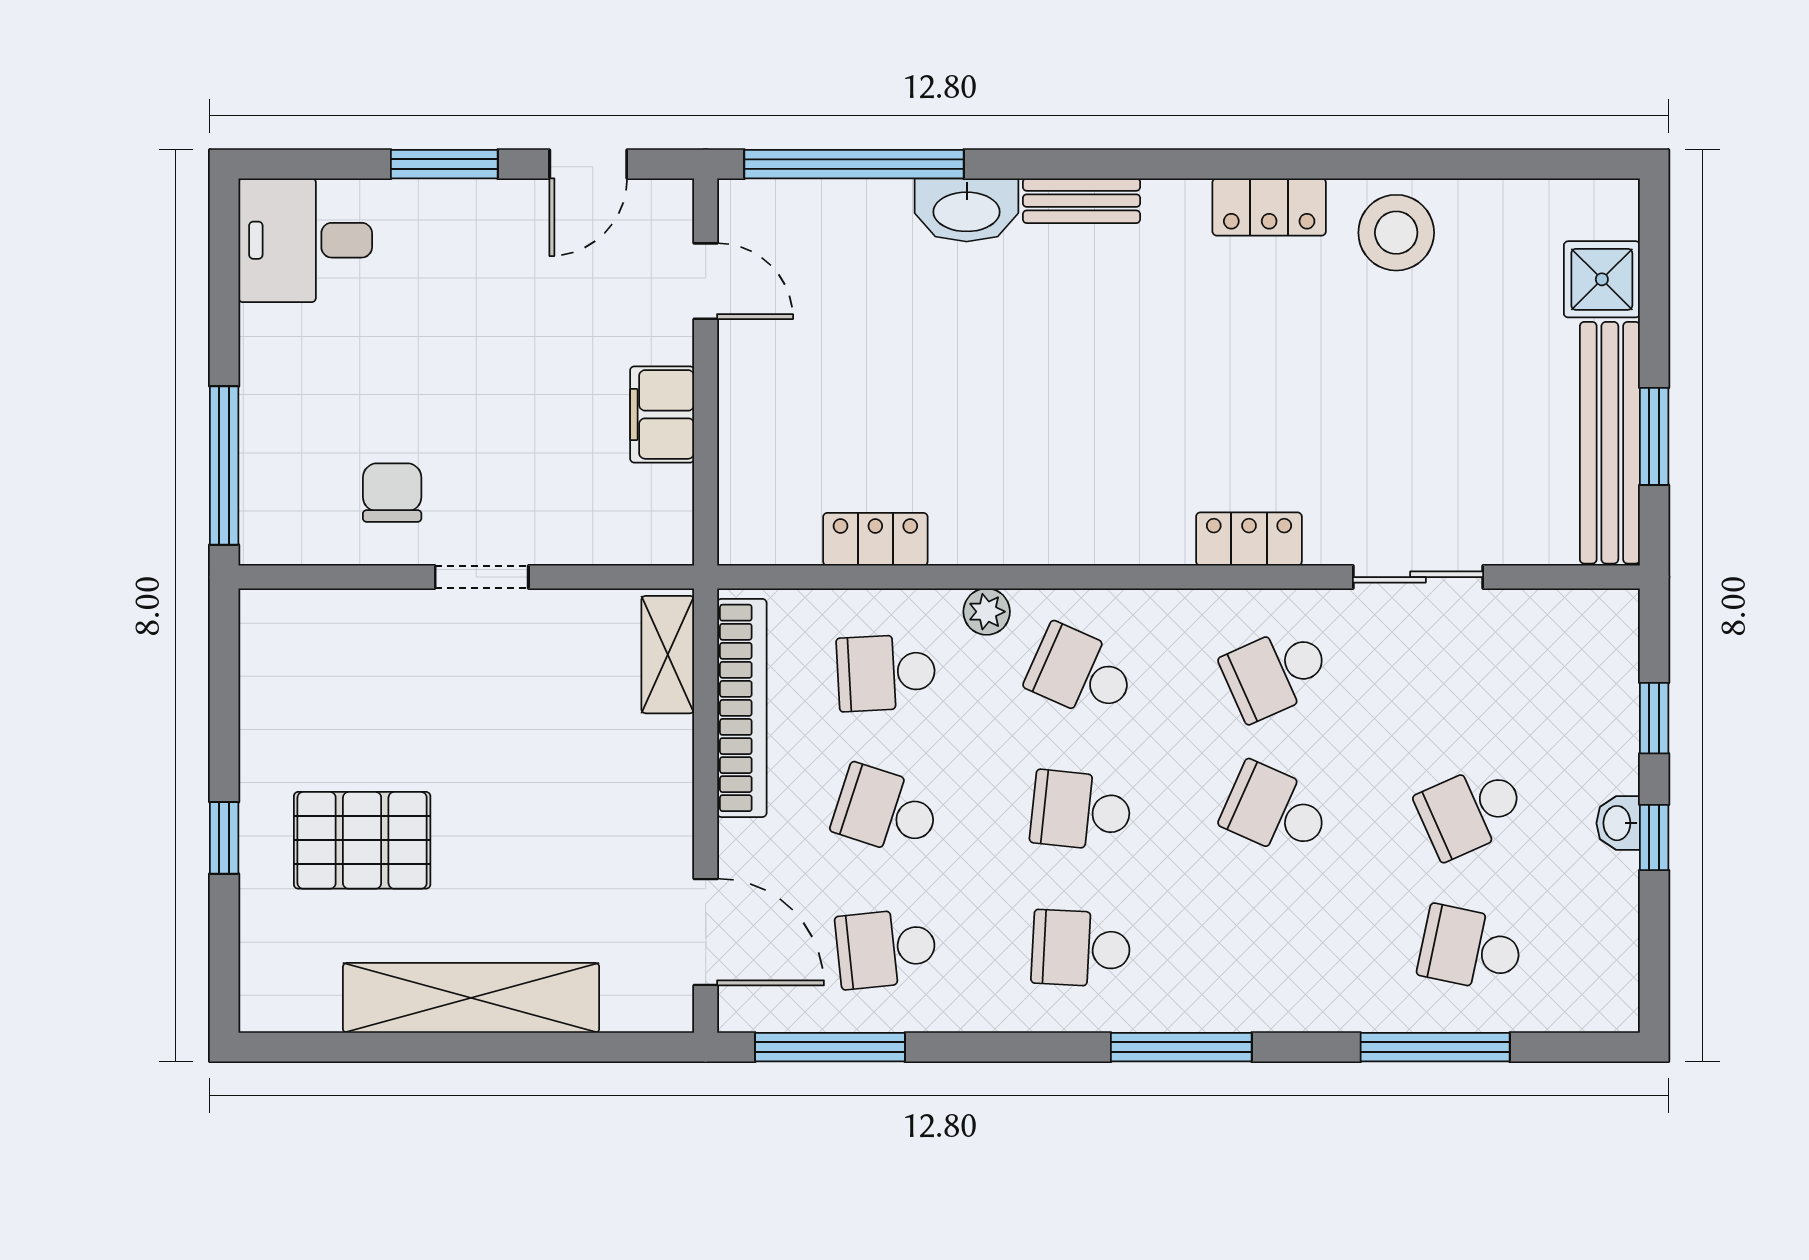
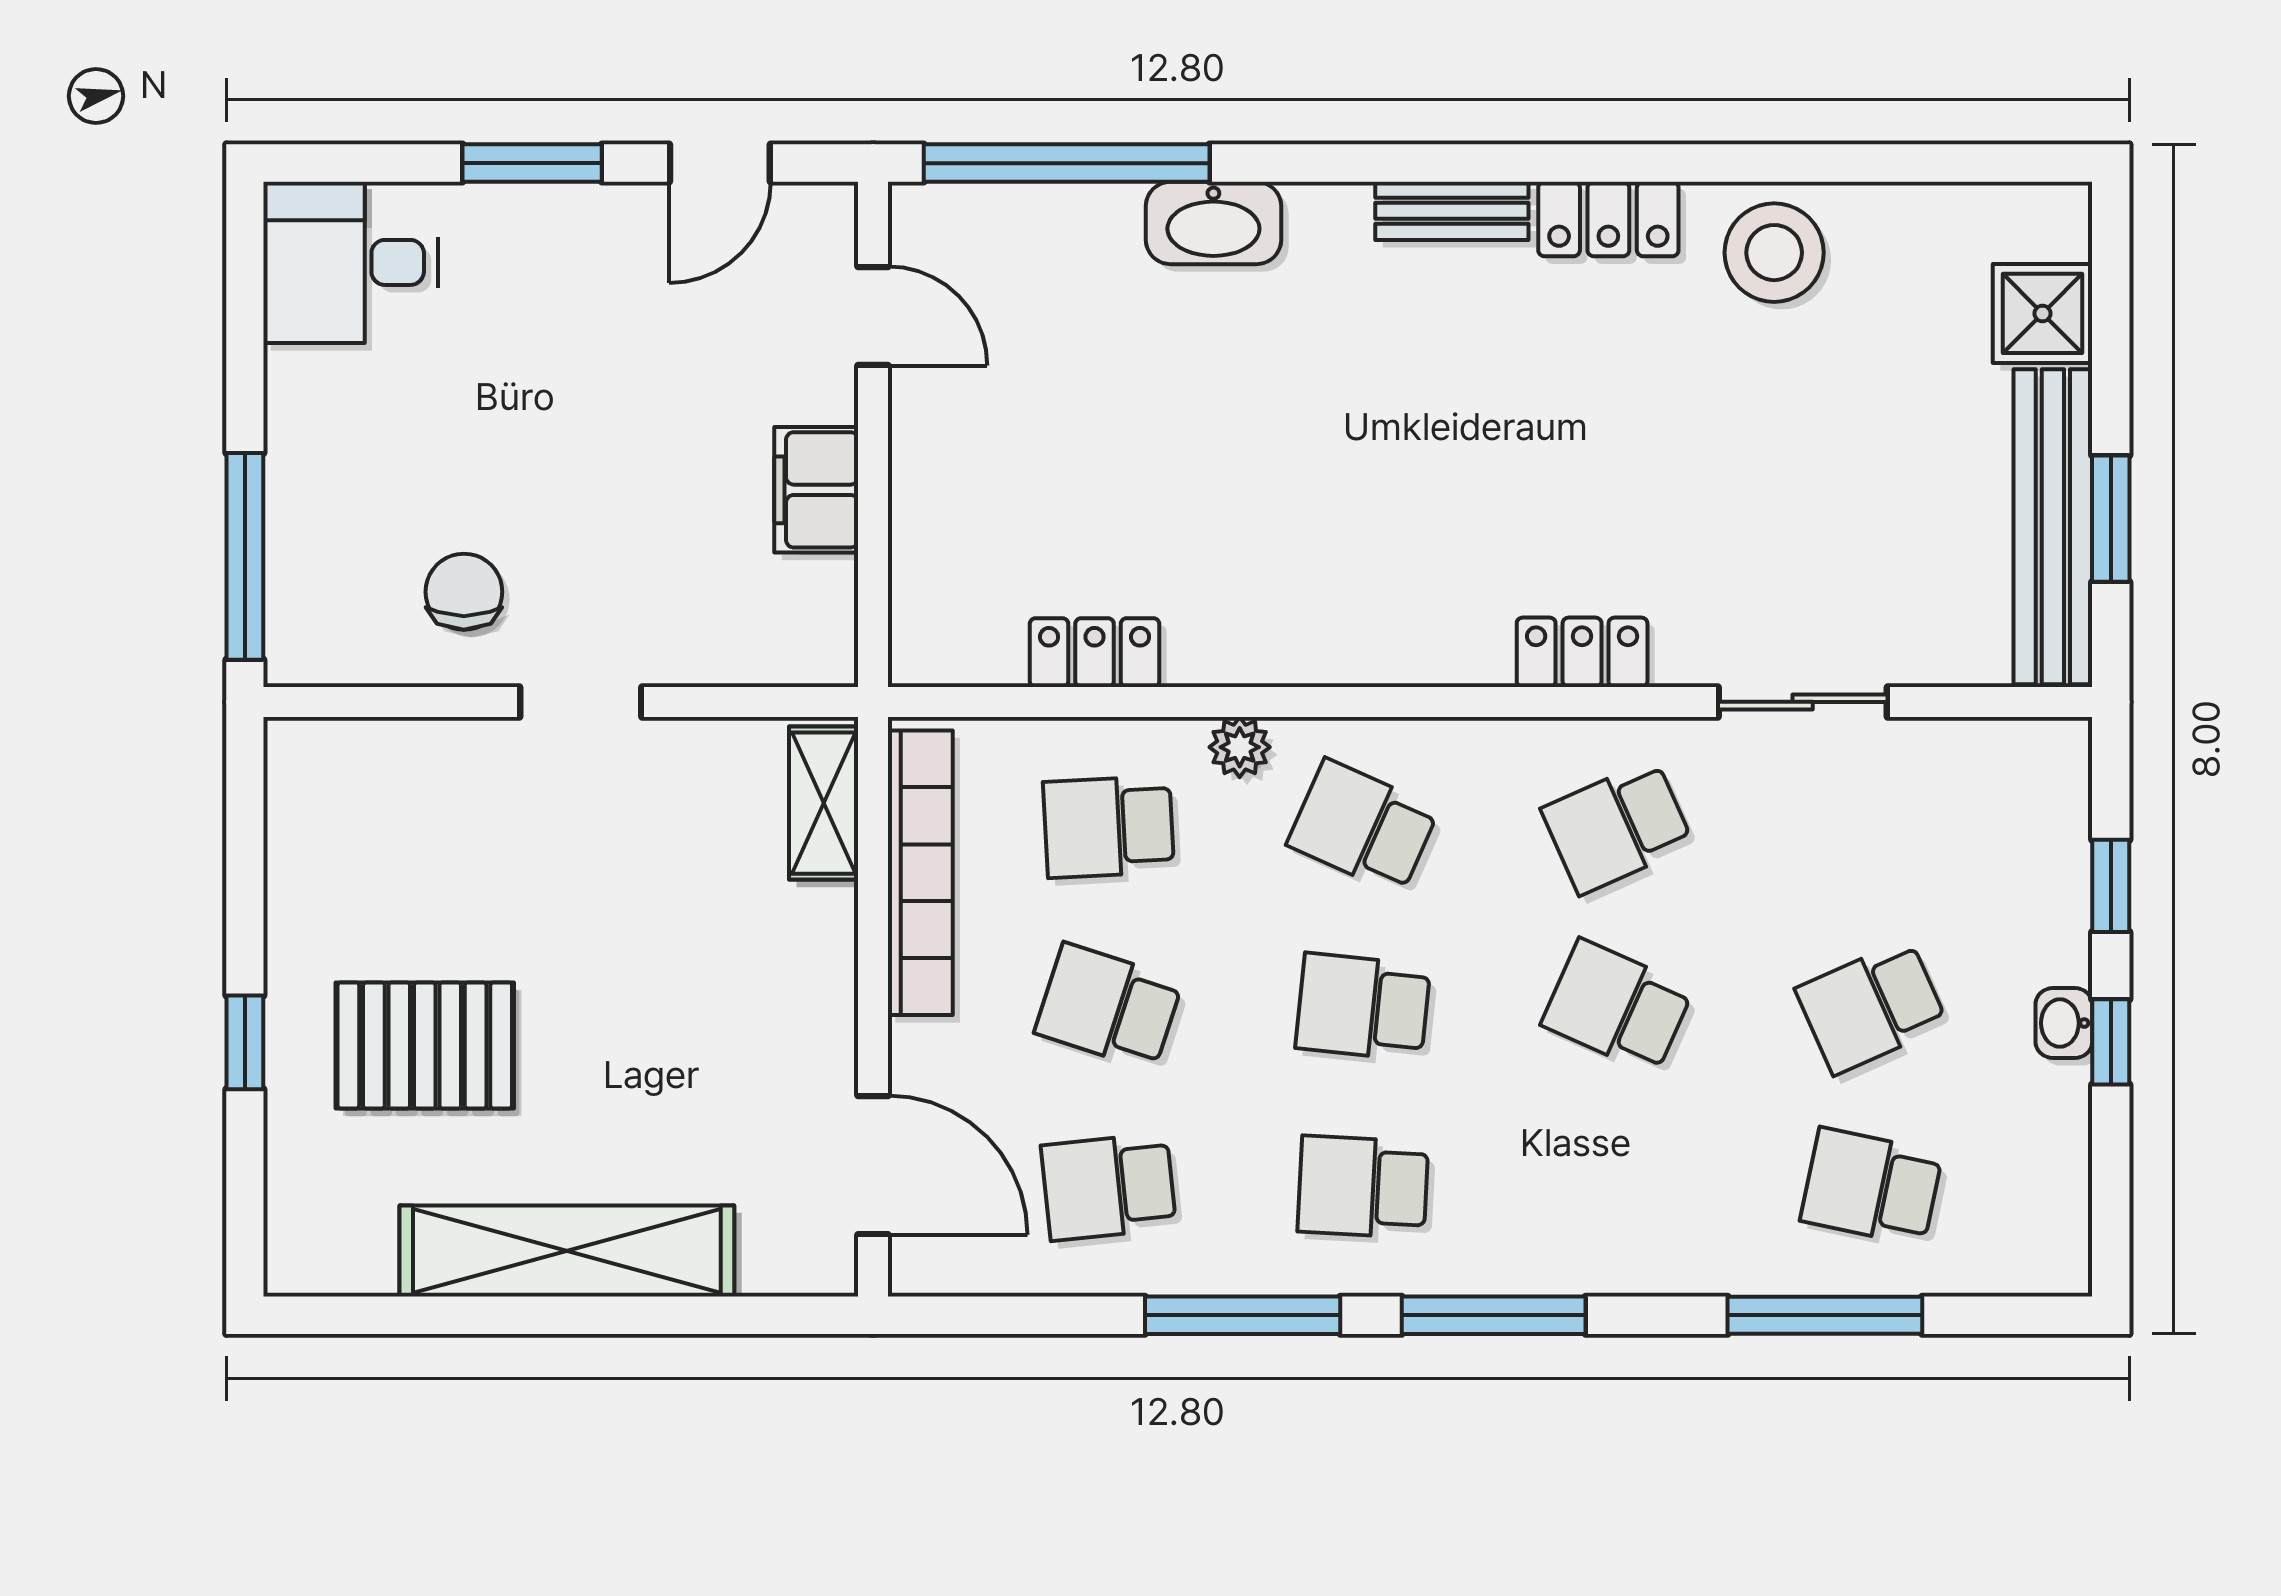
bench: (1081, 201) -> (1452, 211), moved
window: (830, 1047) -> (1243, 1315), moved

